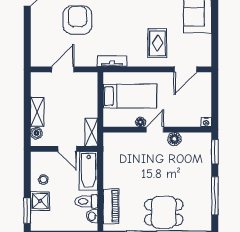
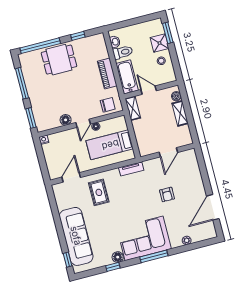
armchair: (77, 20) -> (167, 194), width x0.53, depth x0.53
chair: (120, 144) -> (108, 105), added
piano: (111, 206) -> (107, 73), moved

